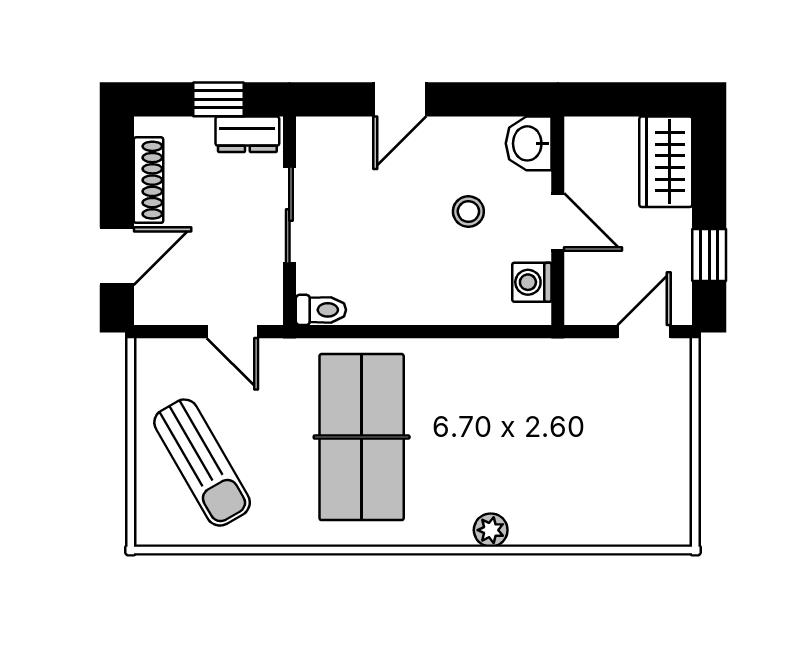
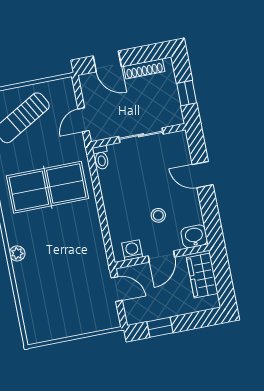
dresser: (247, 134) -> (173, 109), removed
wardrobe: (666, 162) -> (202, 276), moved, turned -90
door: (644, 332) -> (117, 289), moved

